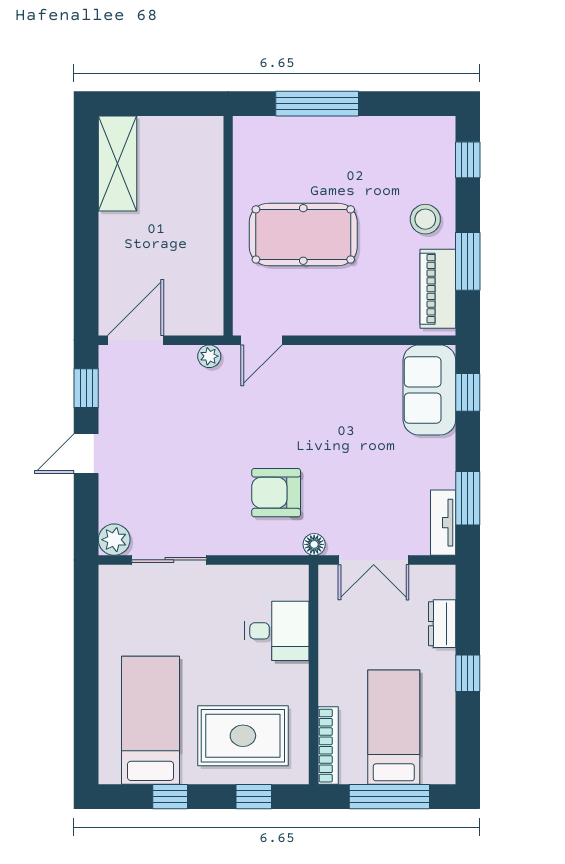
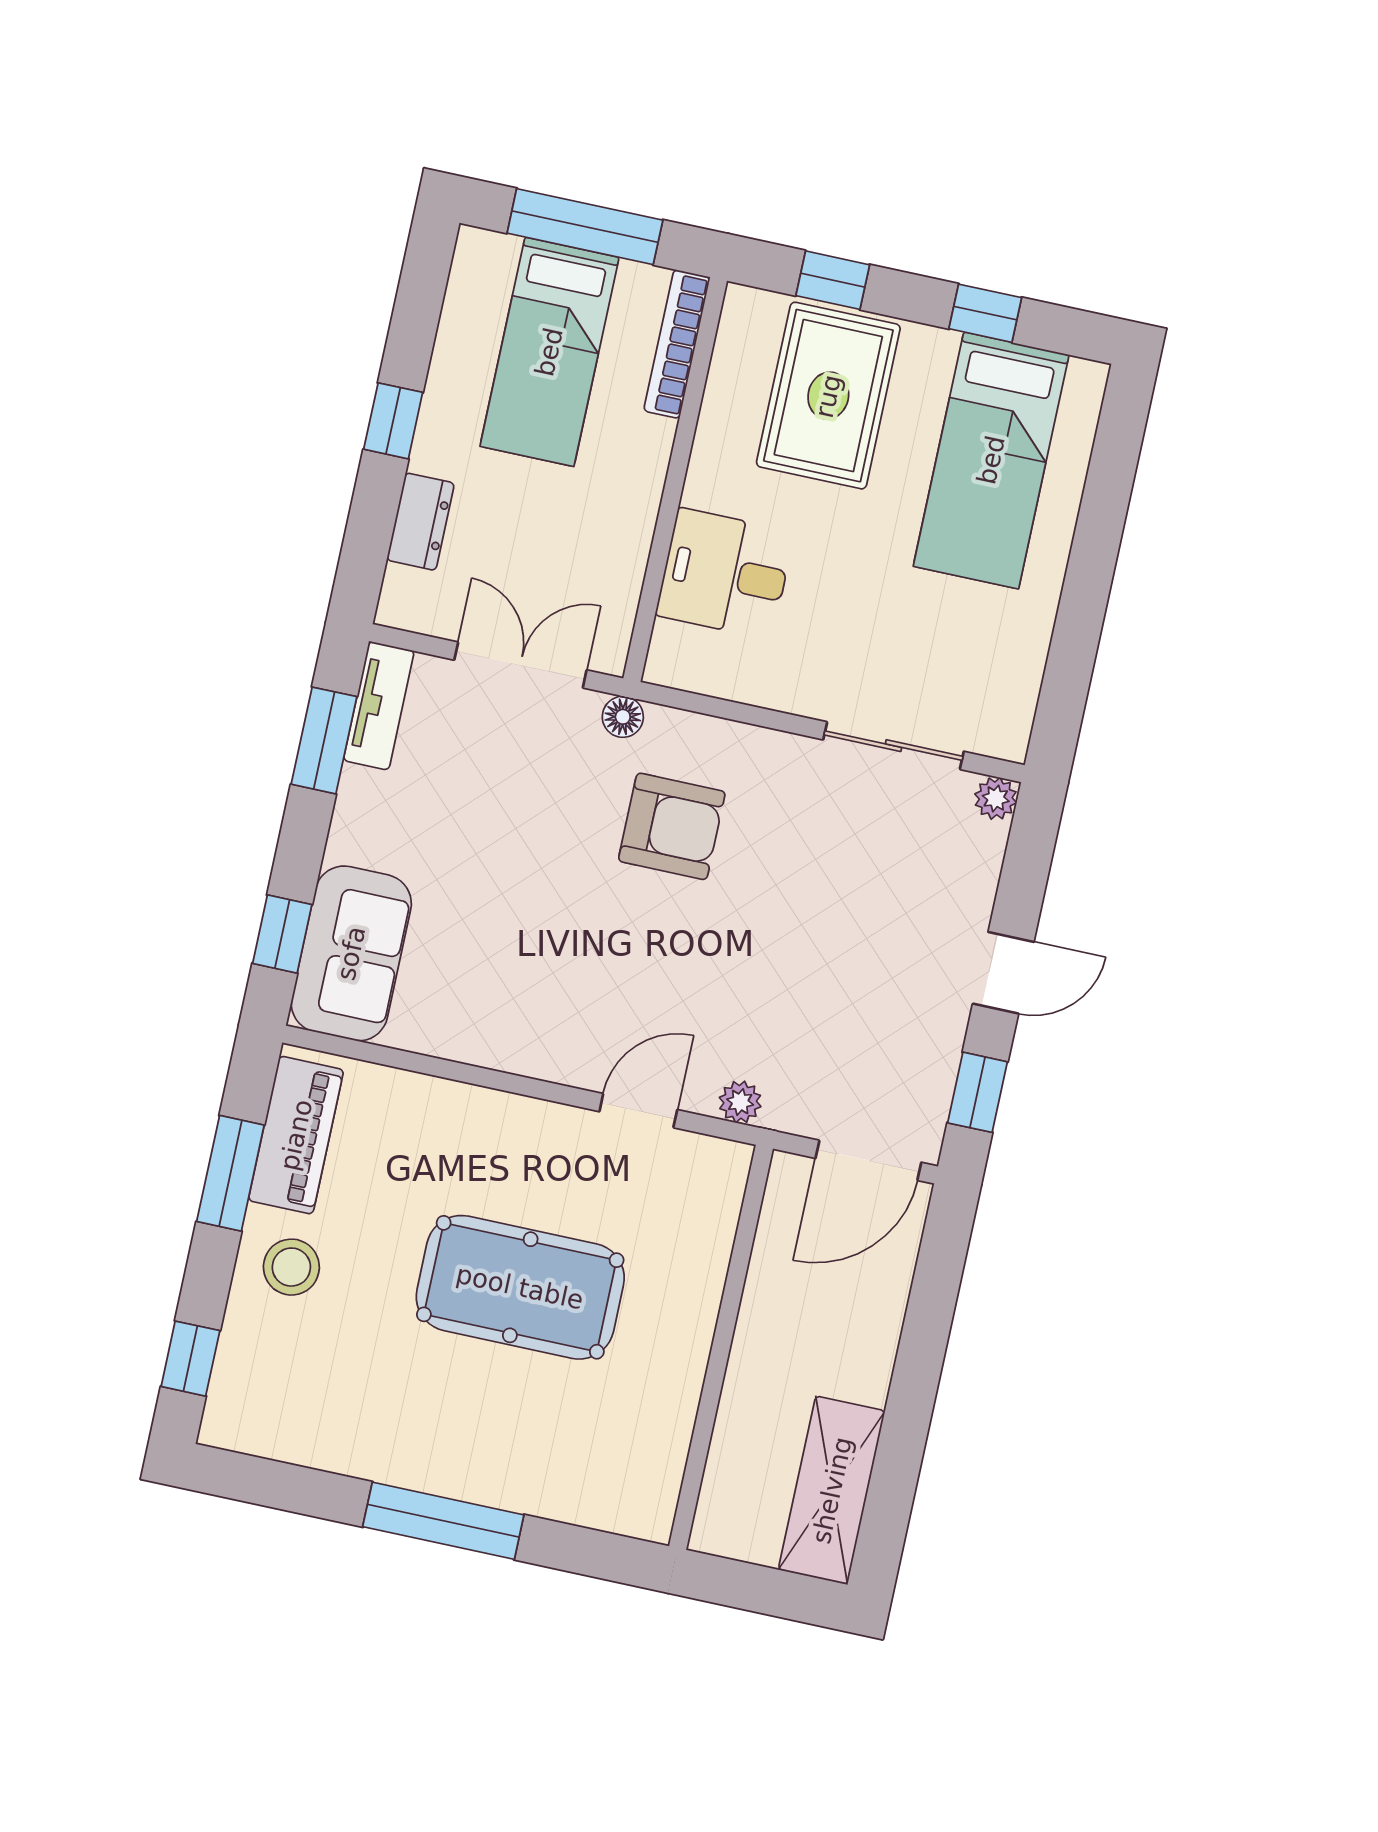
wall: (228, 226) -> (721, 1347), moved
plant: (114, 540) -> (996, 798), width x0.73, depth x0.73
rug: (243, 736) -> (828, 396), turned 90

